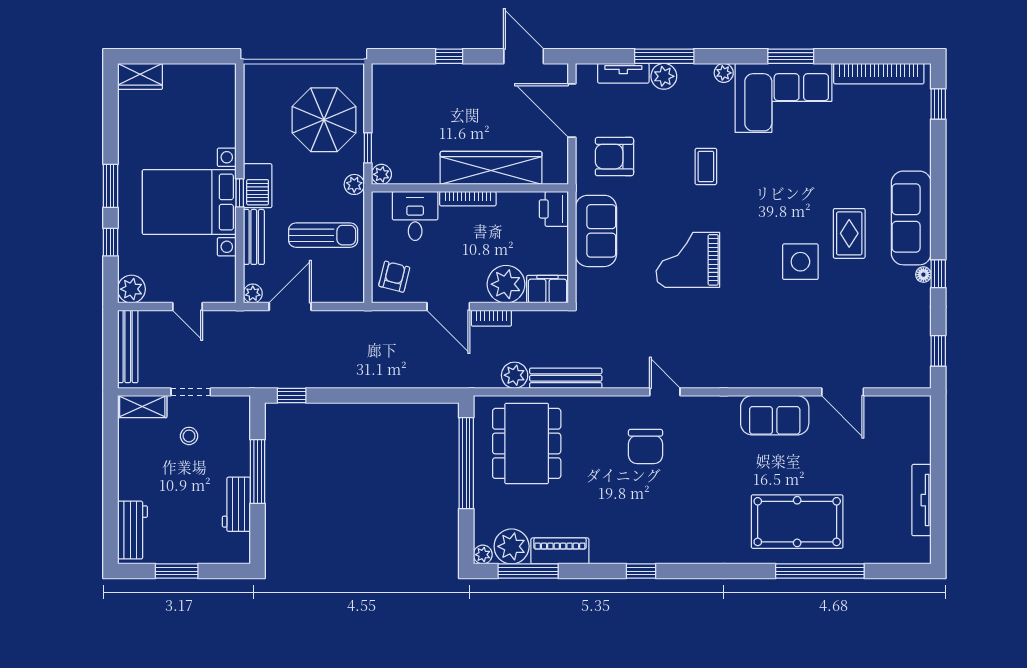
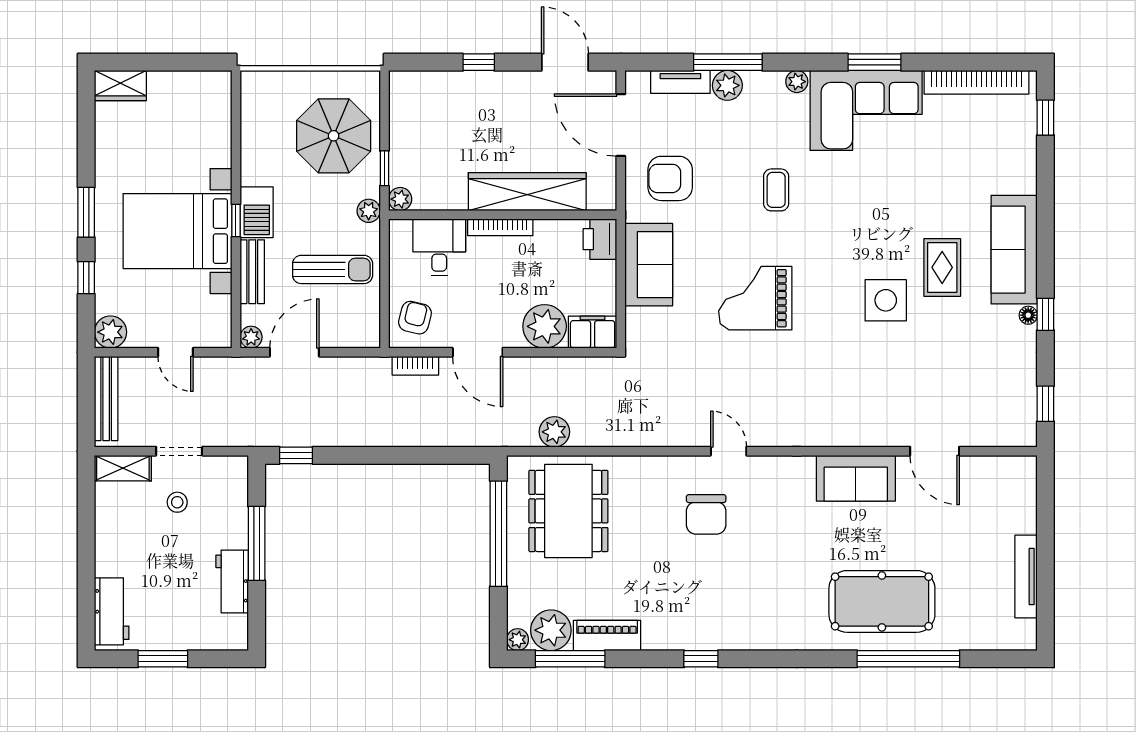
bookcase: (491, 318) -> (415, 366), moved
bench: (566, 378) -> (614, 435), removed

